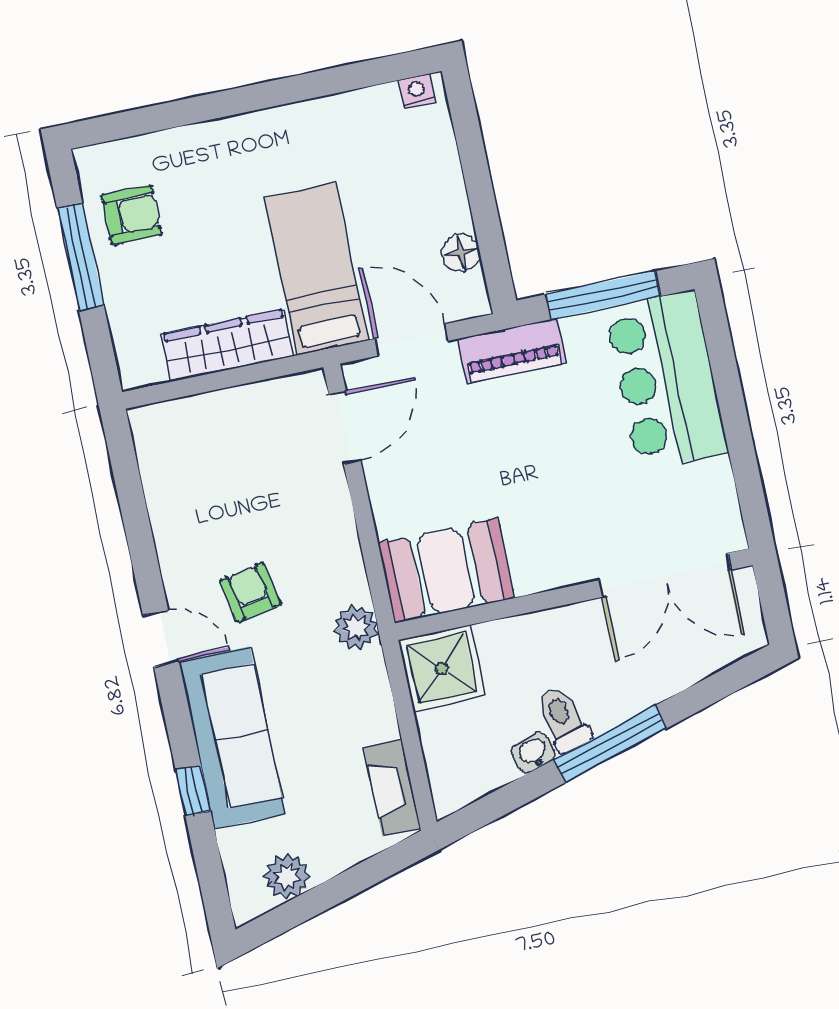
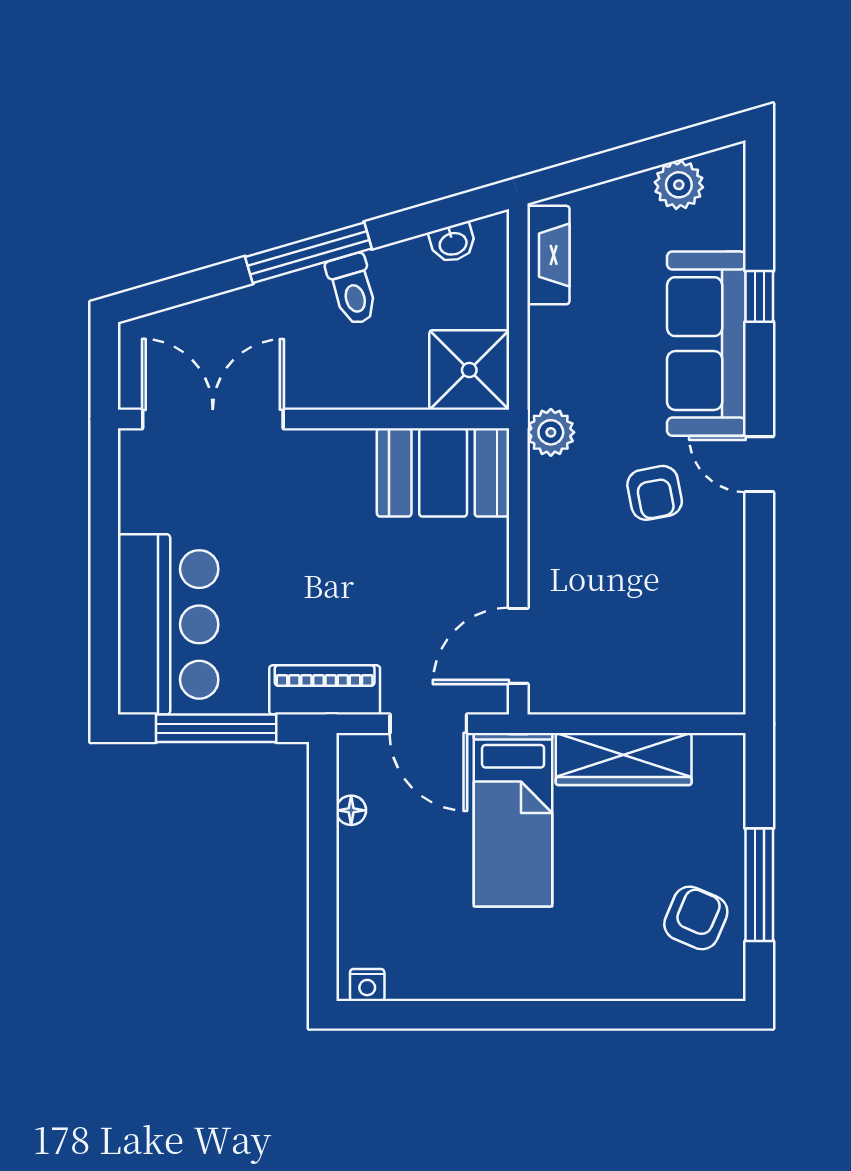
armchair: (132, 215) -> (696, 918), turned 113
floor lamp: (461, 253) -> (351, 810), width x0.73, depth x0.73
washbasin: (533, 753) -> (453, 243), moved

